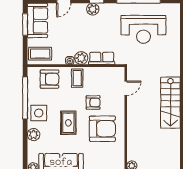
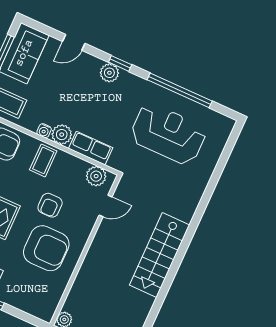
reception desk: (143, 29) -> (168, 134), turned 180
plant: (112, 73) -> (96, 176), added
armchair: (93, 102) -> (50, 205), turned 90

